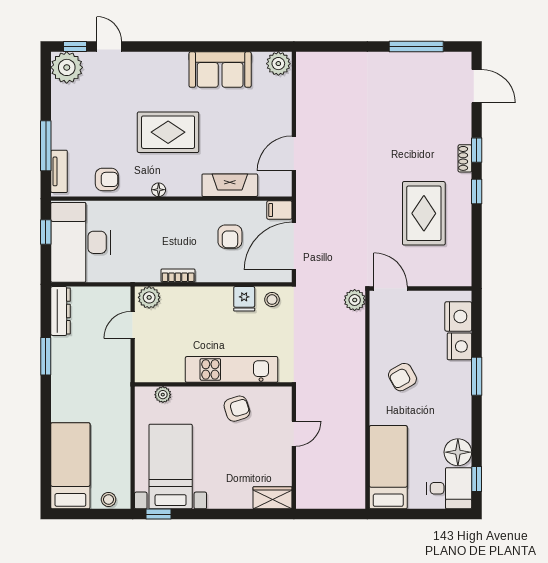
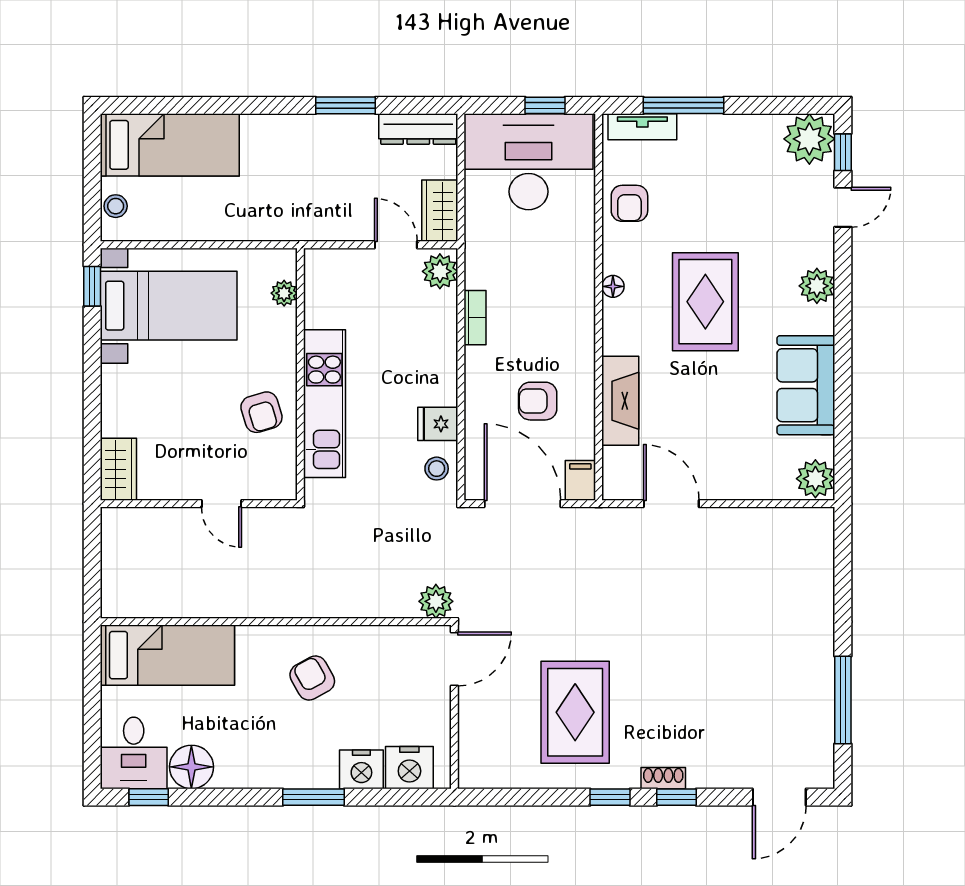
plant: (158, 63) -> (817, 286), added
rug: (424, 213) -> (575, 712), turned 90
wardrobe: (111, 298) -> (440, 211), added

